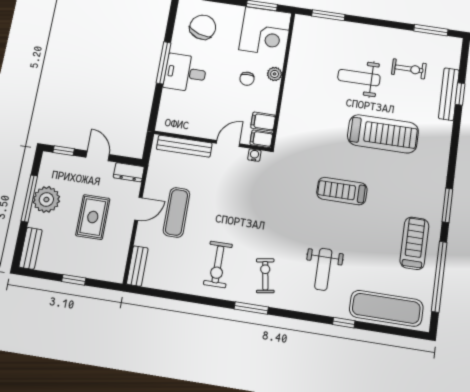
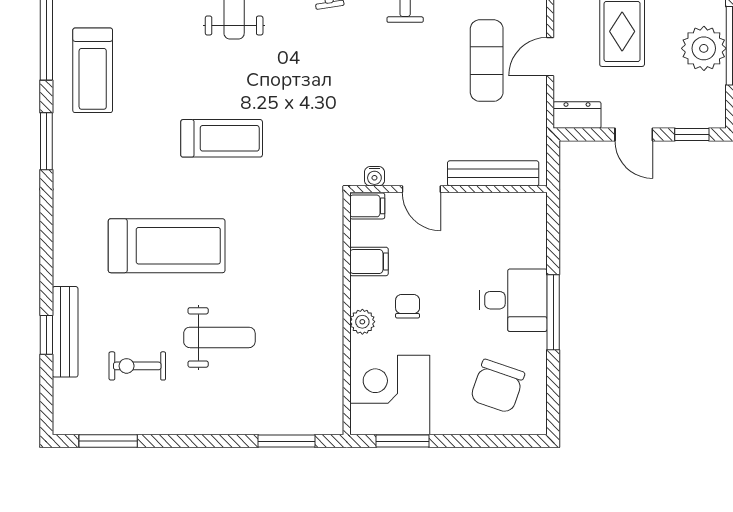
filing cabinet: (263, 122) -> (369, 261), moved
treadmill: (383, 134) -> (167, 246), turned 180
door: (228, 143) -> (421, 189), hinge flipped

